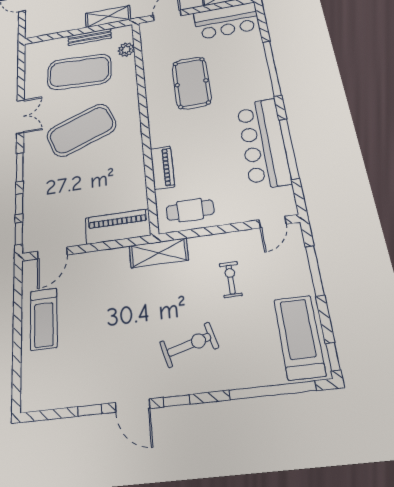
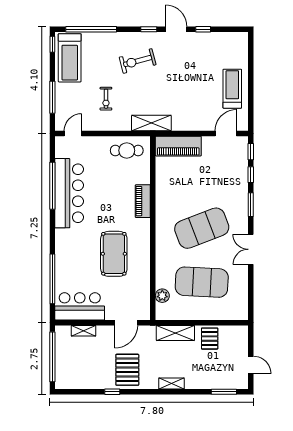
pallet: (68, 19) -> (210, 339), added
bench: (90, 37) -> (192, 315), removed
window: (272, 68) -> (52, 279), moved
piano: (162, 168) -> (143, 201), moved

